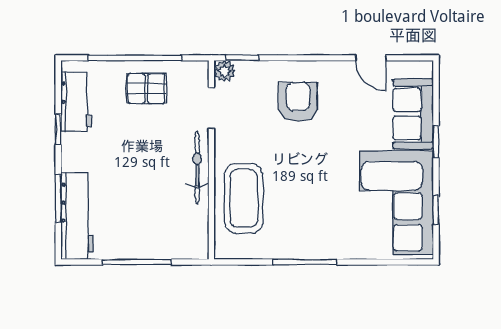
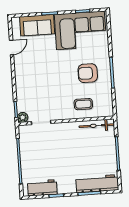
pallet: (146, 89) -> (34, 155), removed
armchair: (298, 102) -> (88, 73), moved
bicycle: (197, 167) -> (97, 126), moved
coffee table: (244, 198) -> (83, 104), width x0.54, depth x0.58

